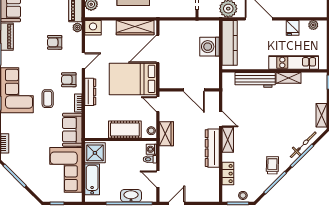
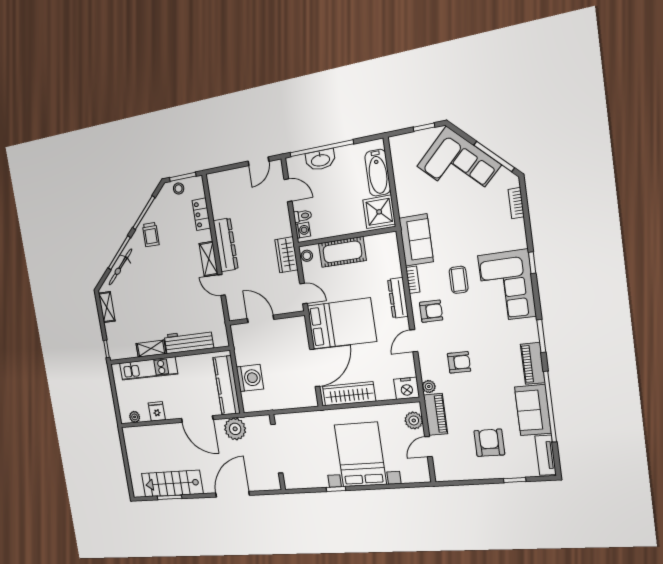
corner sofa: (66, 170) -> (459, 166), moved, turned 135

